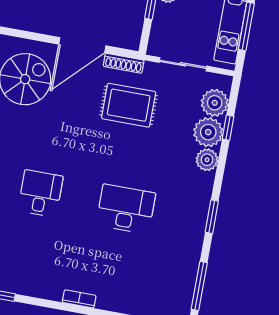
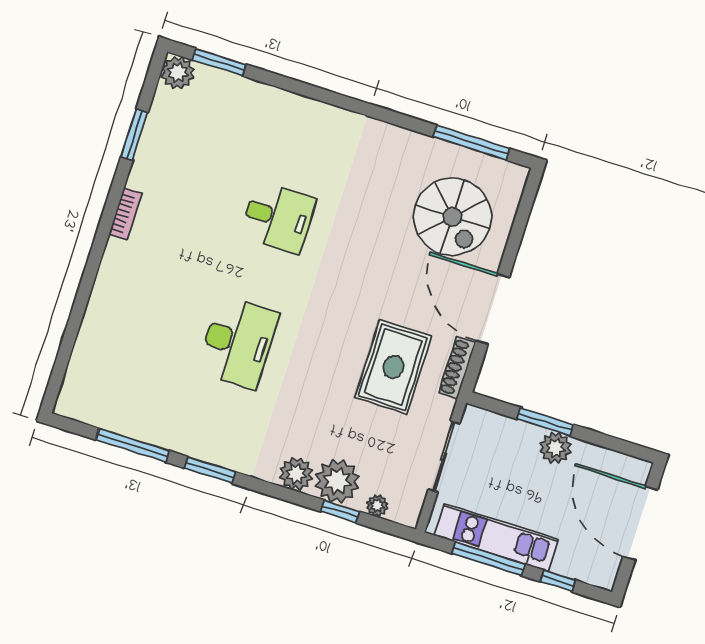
plant: (215, 103) -> (377, 506), width x0.53, depth x0.53
window: (199, 286) -> (133, 445), moved
bookcase: (79, 299) -> (125, 214), moved

